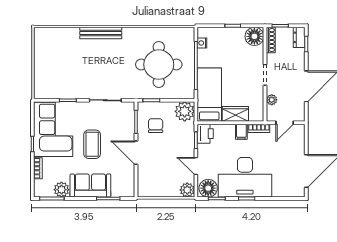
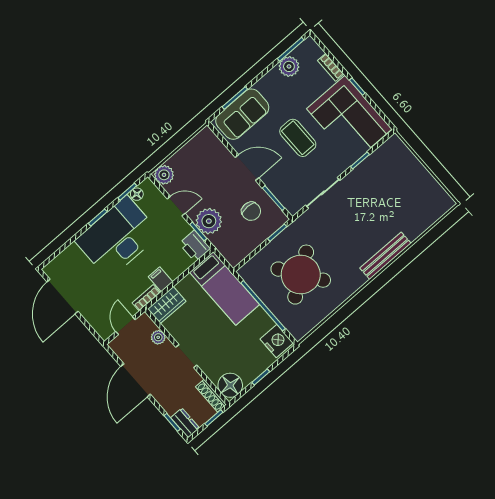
nightstand: (202, 43) -> (277, 341), width x1.89, depth x1.79
round table: (159, 65) -> (301, 275), turned -35
plant: (185, 111) -> (209, 221), moved
wardrobe: (235, 114) -> (167, 305), moved
sofa: (90, 186) -> (242, 114), moved
floor lamp: (208, 188) -> (137, 194), width x0.53, depth x0.53

